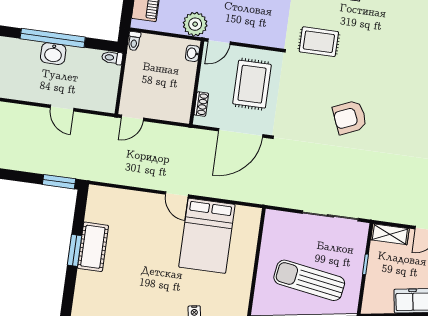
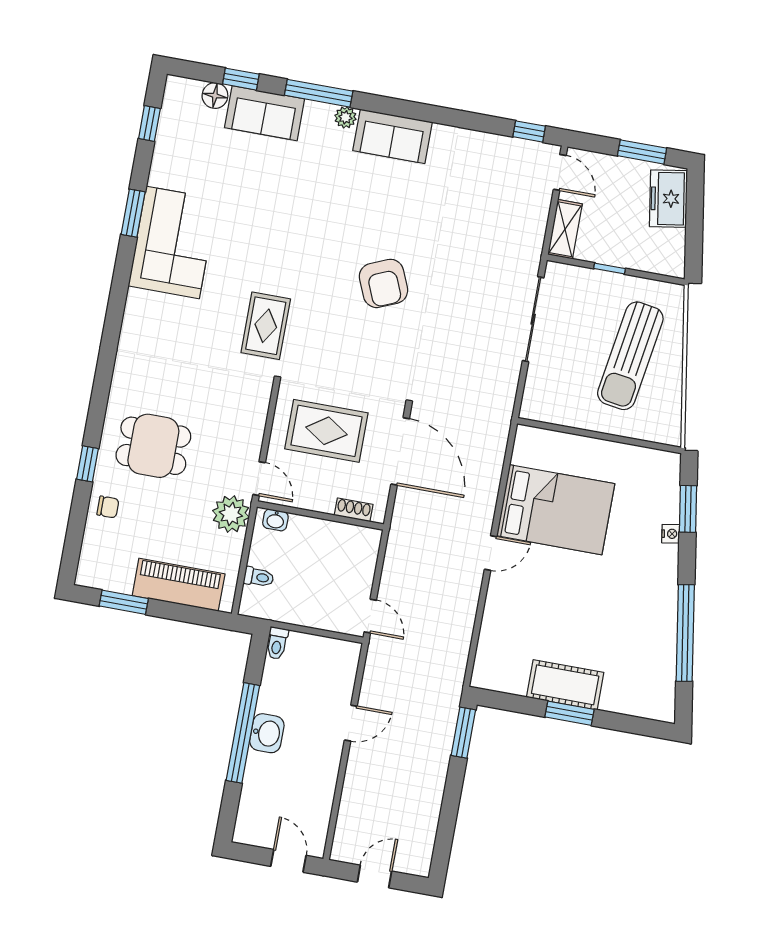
toilet: (134, 41) -> (259, 577), moved

